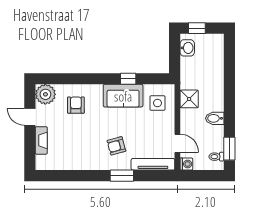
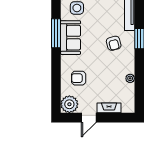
window: (128, 79) -> (56, 33), width x2.17
plant: (76, 165) -> (130, 78), added

